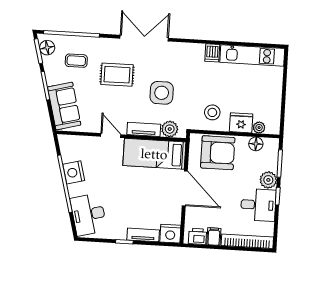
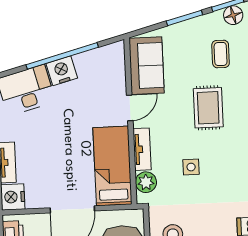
side table: (162, 93) -> (191, 167), width x0.54, depth x0.54
sofa: (64, 106) -> (147, 66), moved, turned -75
nightstand: (74, 172) -> (62, 71), moved

